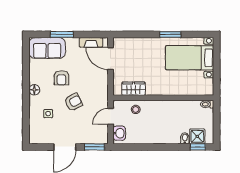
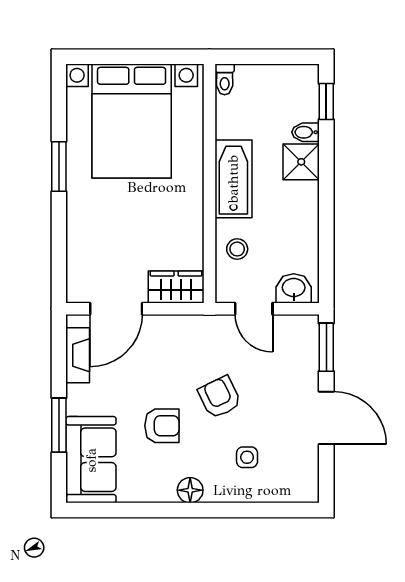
bed with nightstands: (190, 58) -> (132, 121), width x1.36
wardrobe: (134, 89) -> (176, 287), moved, turned 90
bathtub: (165, 108) -> (233, 179), added
shower: (197, 136) -> (301, 162), moved

